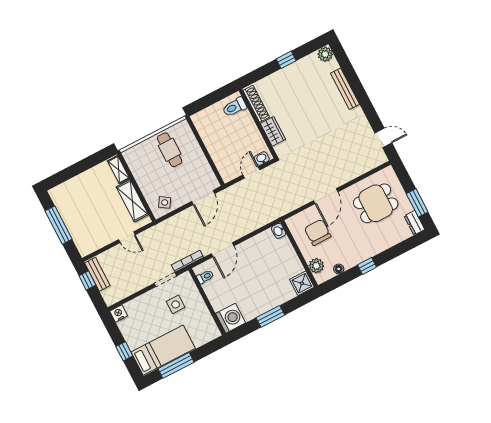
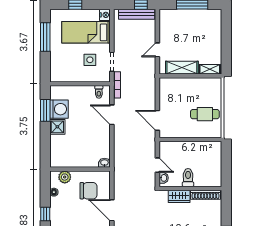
toilet: (234, 107) -> (188, 178), moved
side table: (165, 202) -> (168, 91), removed
bench: (97, 274) -> (137, 14), width x1.36
shower: (302, 283) -> (57, 127), moved
window: (270, 316) -> (45, 110), moved
washing machine: (231, 318) -> (59, 109), moved, turned -90
bed: (163, 350) -> (86, 32), moved, turned 90

